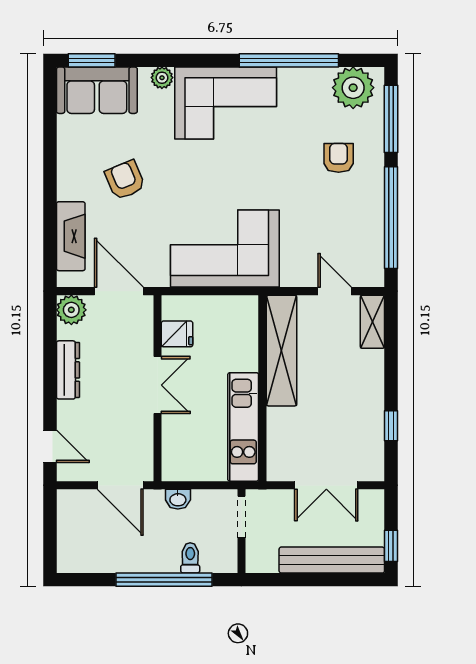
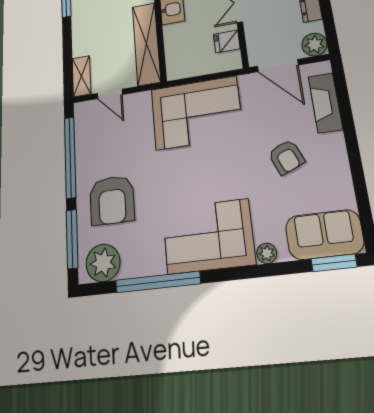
armchair: (339, 158) -> (112, 200), width x1.88, depth x1.88

